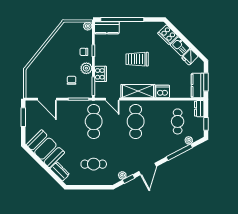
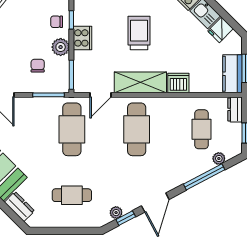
trolley: (137, 59) -> (139, 33), turned 90
cooker: (101, 74) -> (82, 38), moved
door: (112, 99) -> (100, 95), hinge flipped

